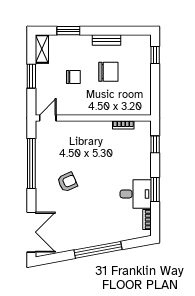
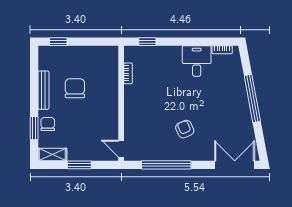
bench: (106, 40) -> (43, 90), width x1.36
chair: (73, 77) -> (48, 124), moved
window: (155, 190) -> (192, 42), removed

